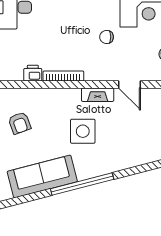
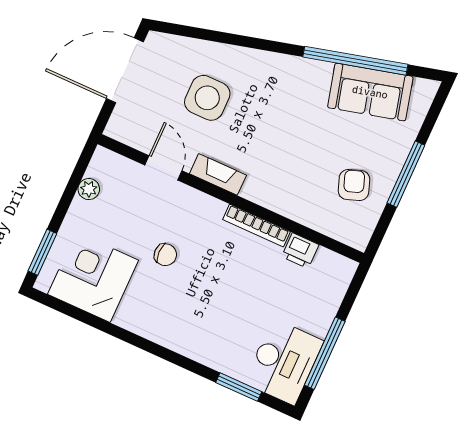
side table: (83, 131) -> (207, 98), moved
sofa: (42, 177) -> (370, 92), width x0.73
window: (82, 184) -> (355, 61), moved

